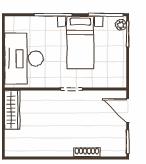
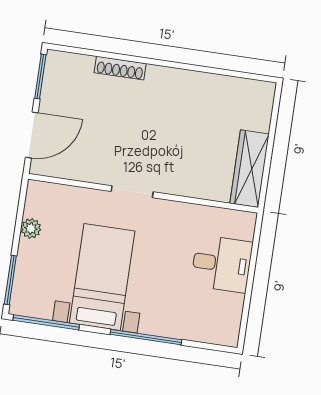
plant: (121, 25) -> (31, 228), moved
desk: (24, 59) -> (222, 264), width x0.53, depth x0.77
door: (128, 111) -> (32, 135), hinge flipped

